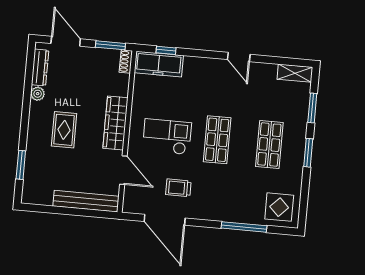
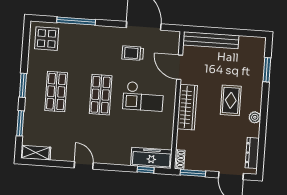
plant: (38, 94) -> (255, 117), moved
trolley: (178, 188) -> (133, 53), turned 180

